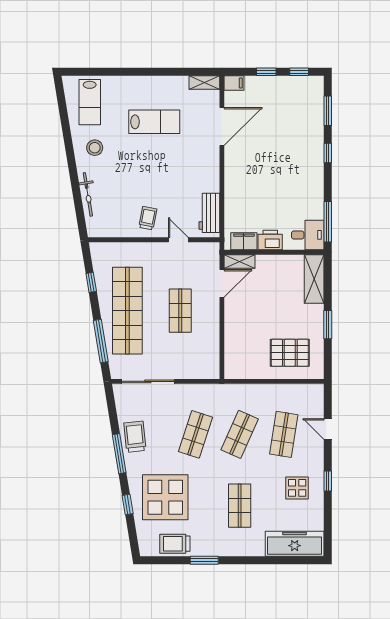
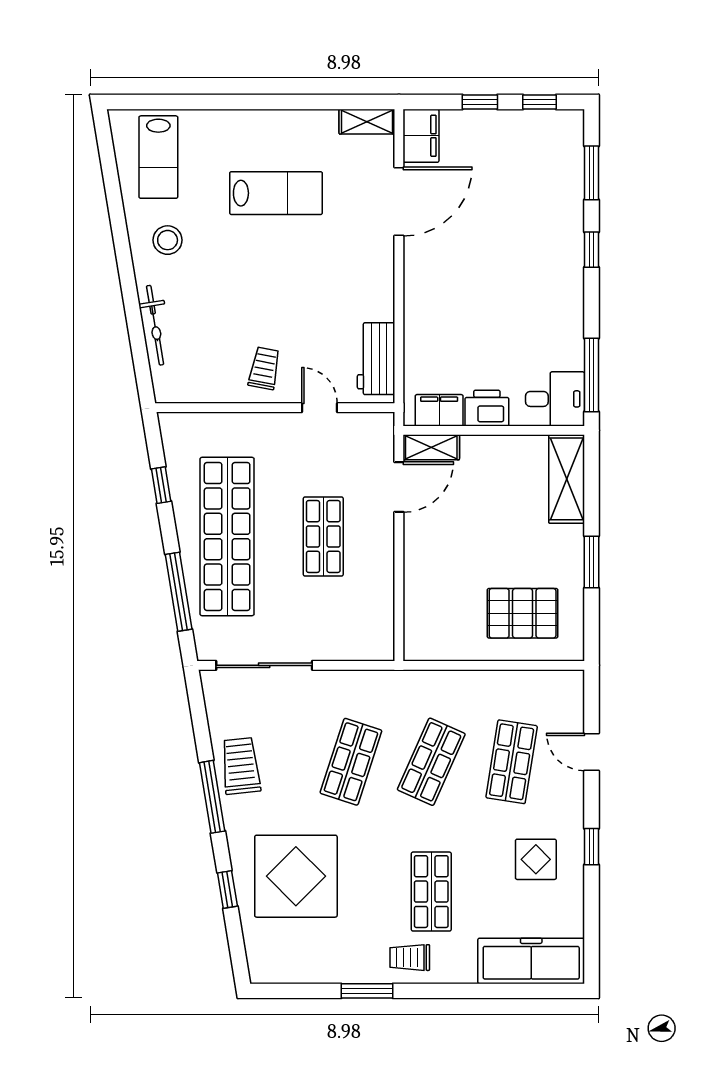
filing cabinet: (234, 83) -> (421, 136), width x2.00
trolley: (175, 544) -> (410, 958), moved, width x0.73, depth x0.72

